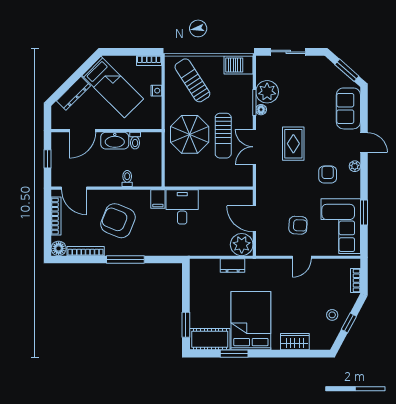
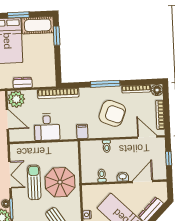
washbasin: (115, 141) -> (123, 177), width x0.52, depth x0.69
desk: (182, 207) -> (47, 127), moved
bookcase: (187, 250) -> (58, 93), added

